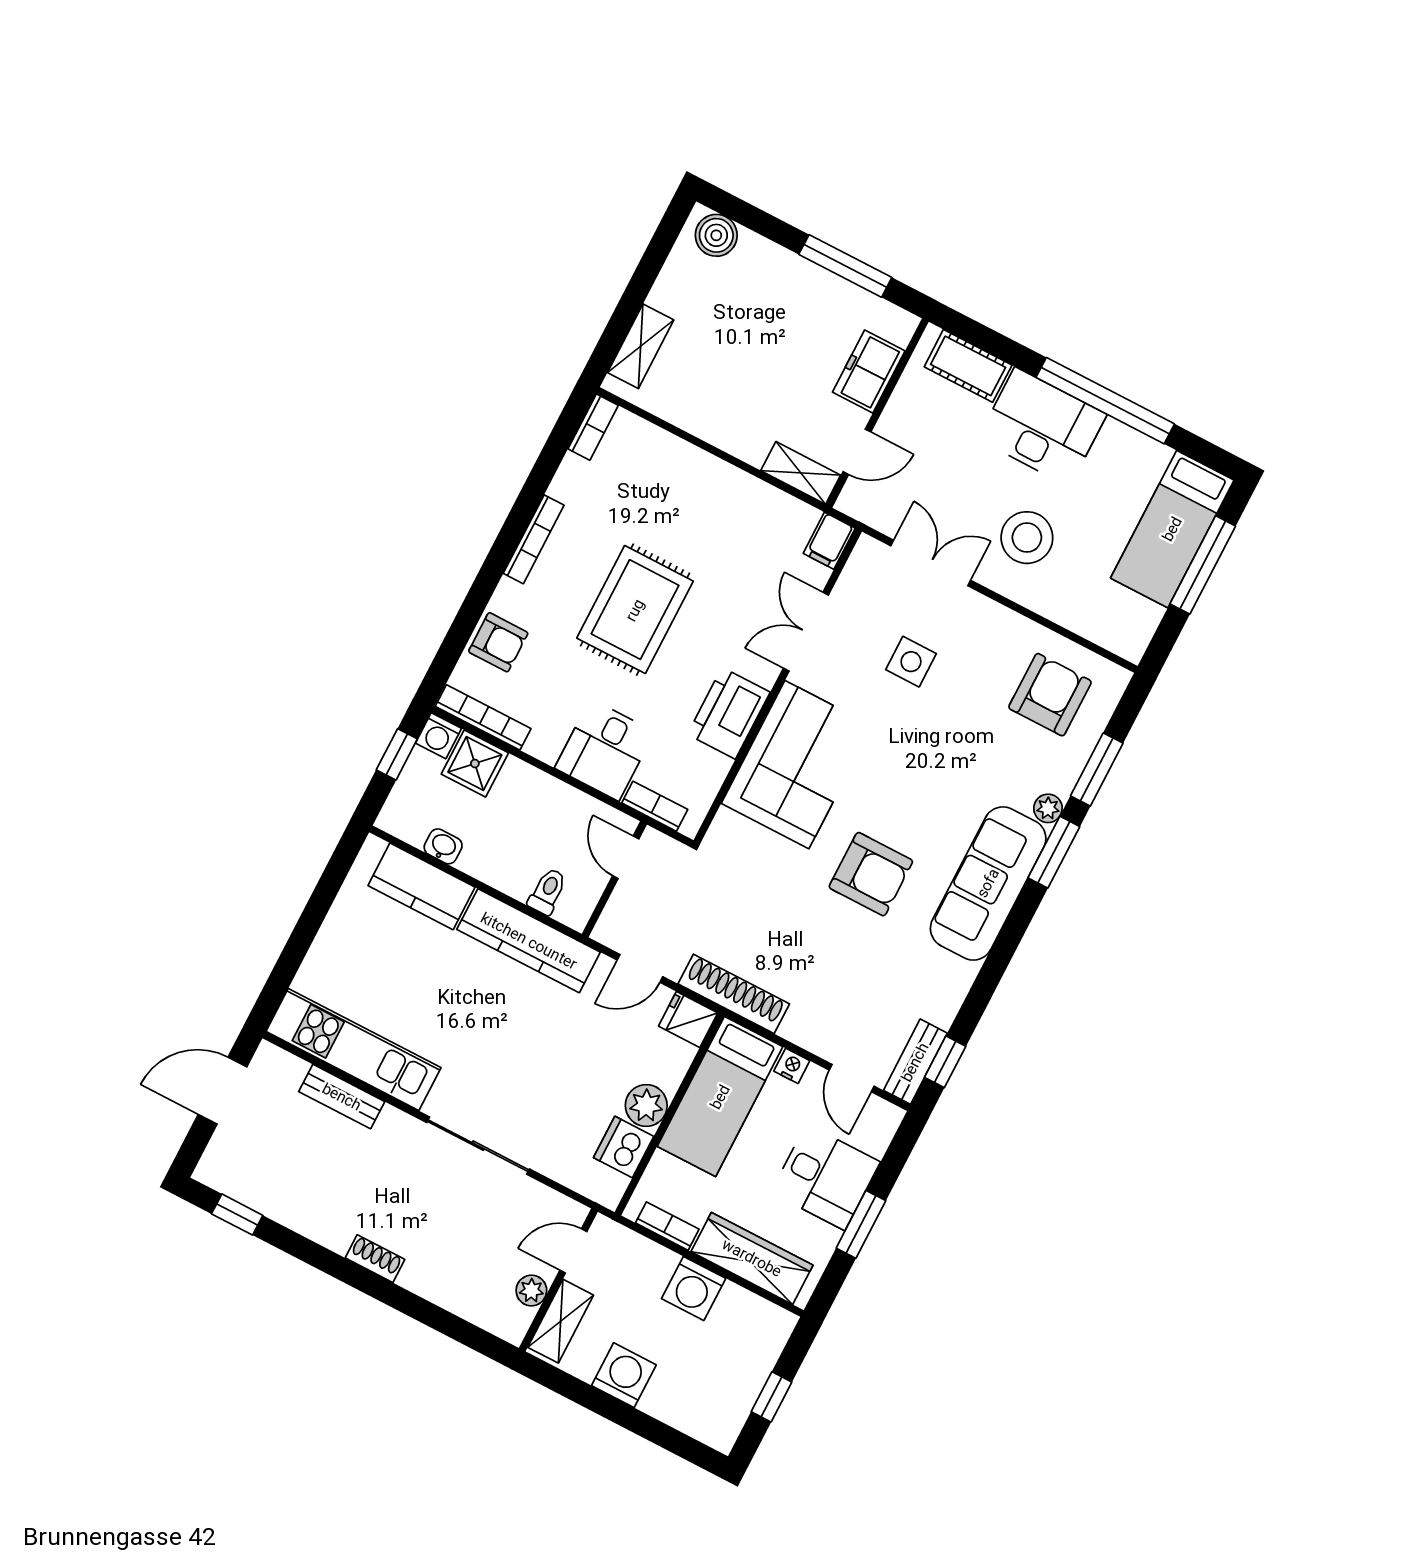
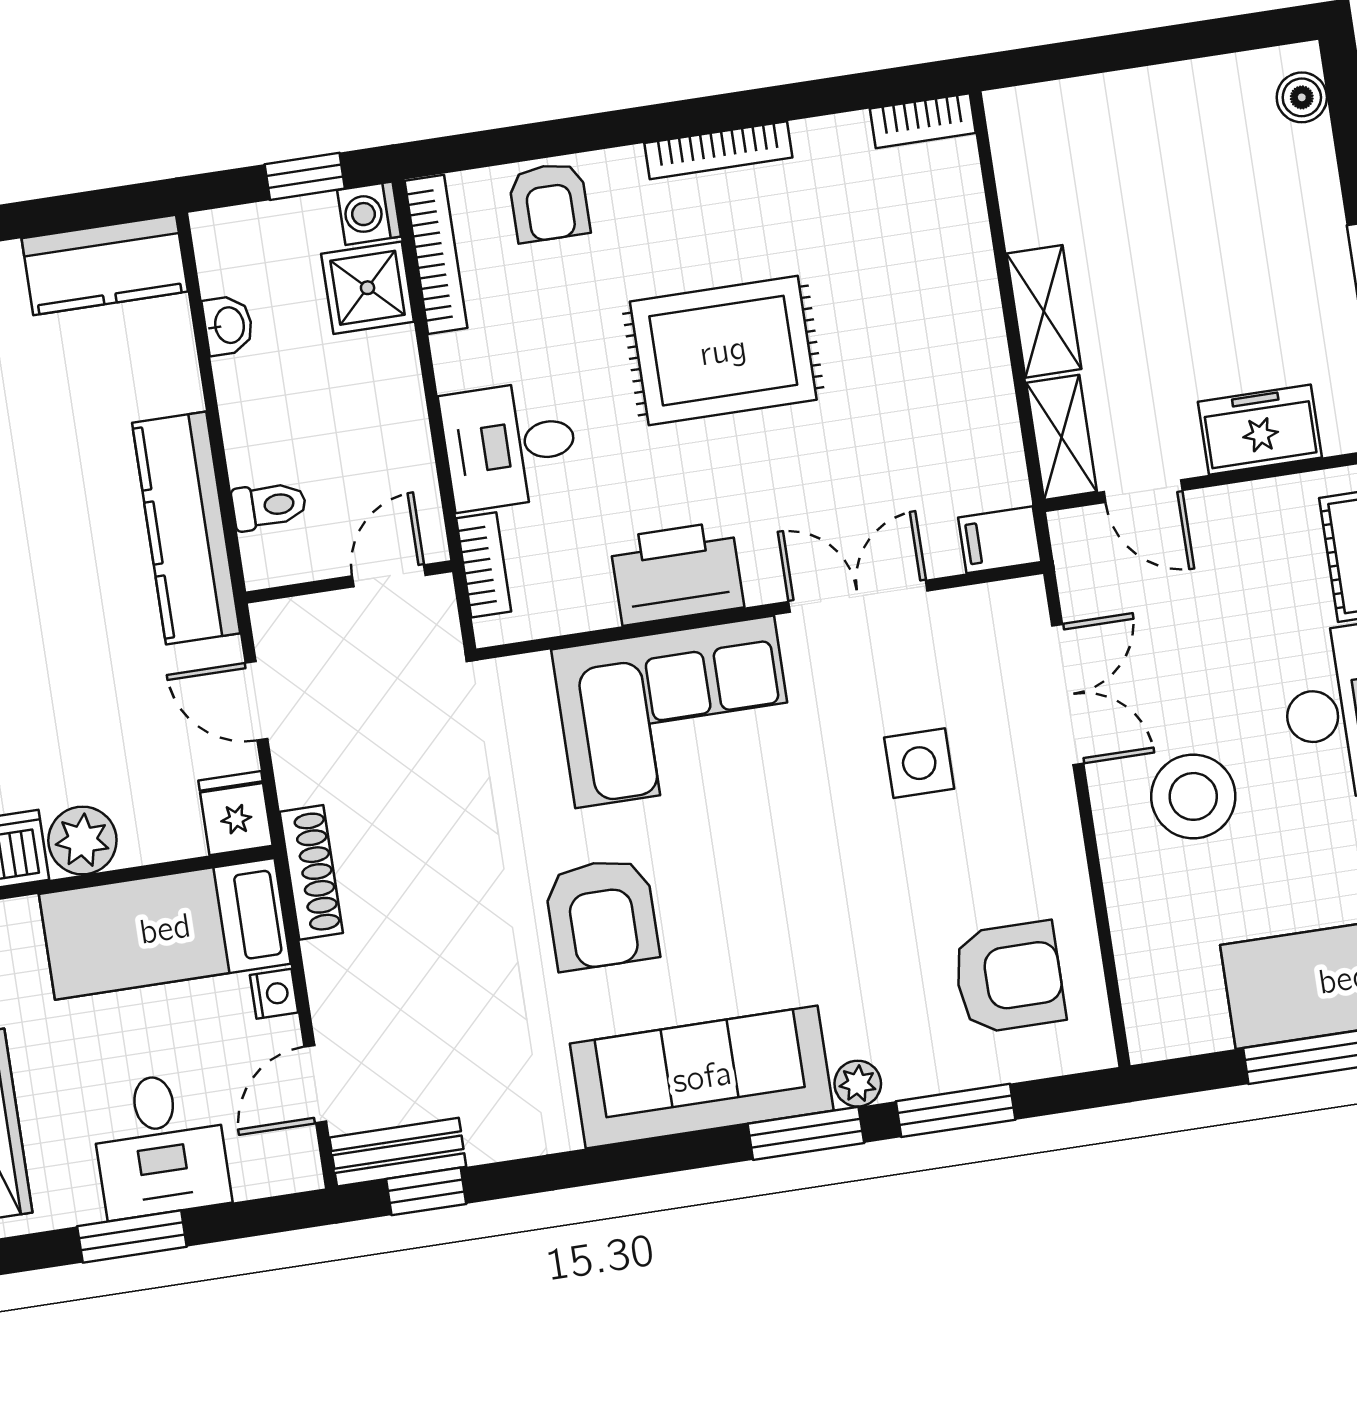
boiler: (716, 235) -> (1302, 97), width x0.73, depth x0.73
shelving: (641, 346) -> (1044, 311), moved, turned 90
kitchen counter: (421, 886) -> (105, 265), moved, turned -90
shoe rack: (734, 994) -> (311, 872), width x0.74, depth x0.81

